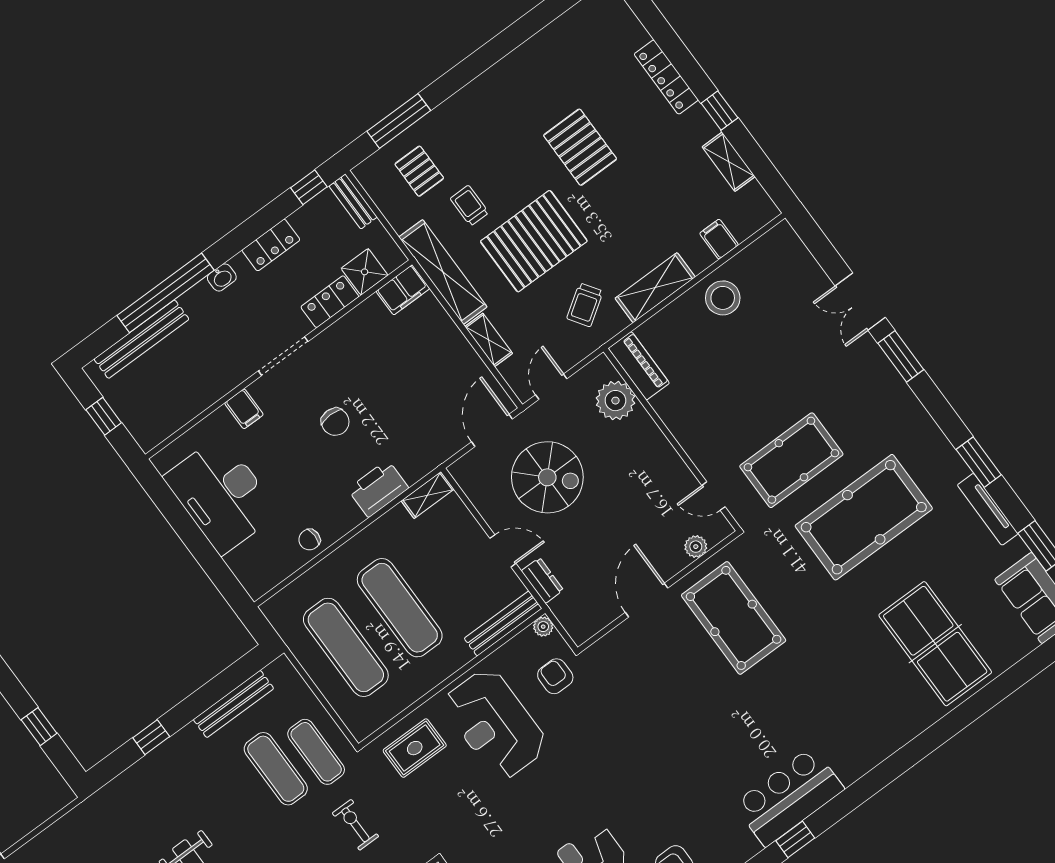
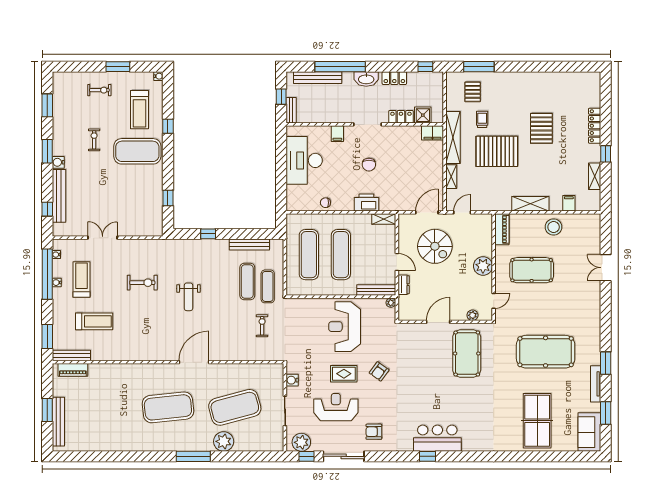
bench: (353, 202) -> (291, 110), moved
washbasin: (222, 277) -> (366, 79), width x1.91, depth x1.45
trolley: (585, 305) -> (498, 191), removed
window: (901, 356) -> (606, 300), removed
plant: (615, 401) -> (483, 266), moved
pool table: (791, 460) -> (532, 270), moved
door: (714, 496) -> (494, 301), swing flipped
armchair: (555, 676) -> (379, 371), moved, turned -144
rug: (415, 748) -> (344, 374), moved

